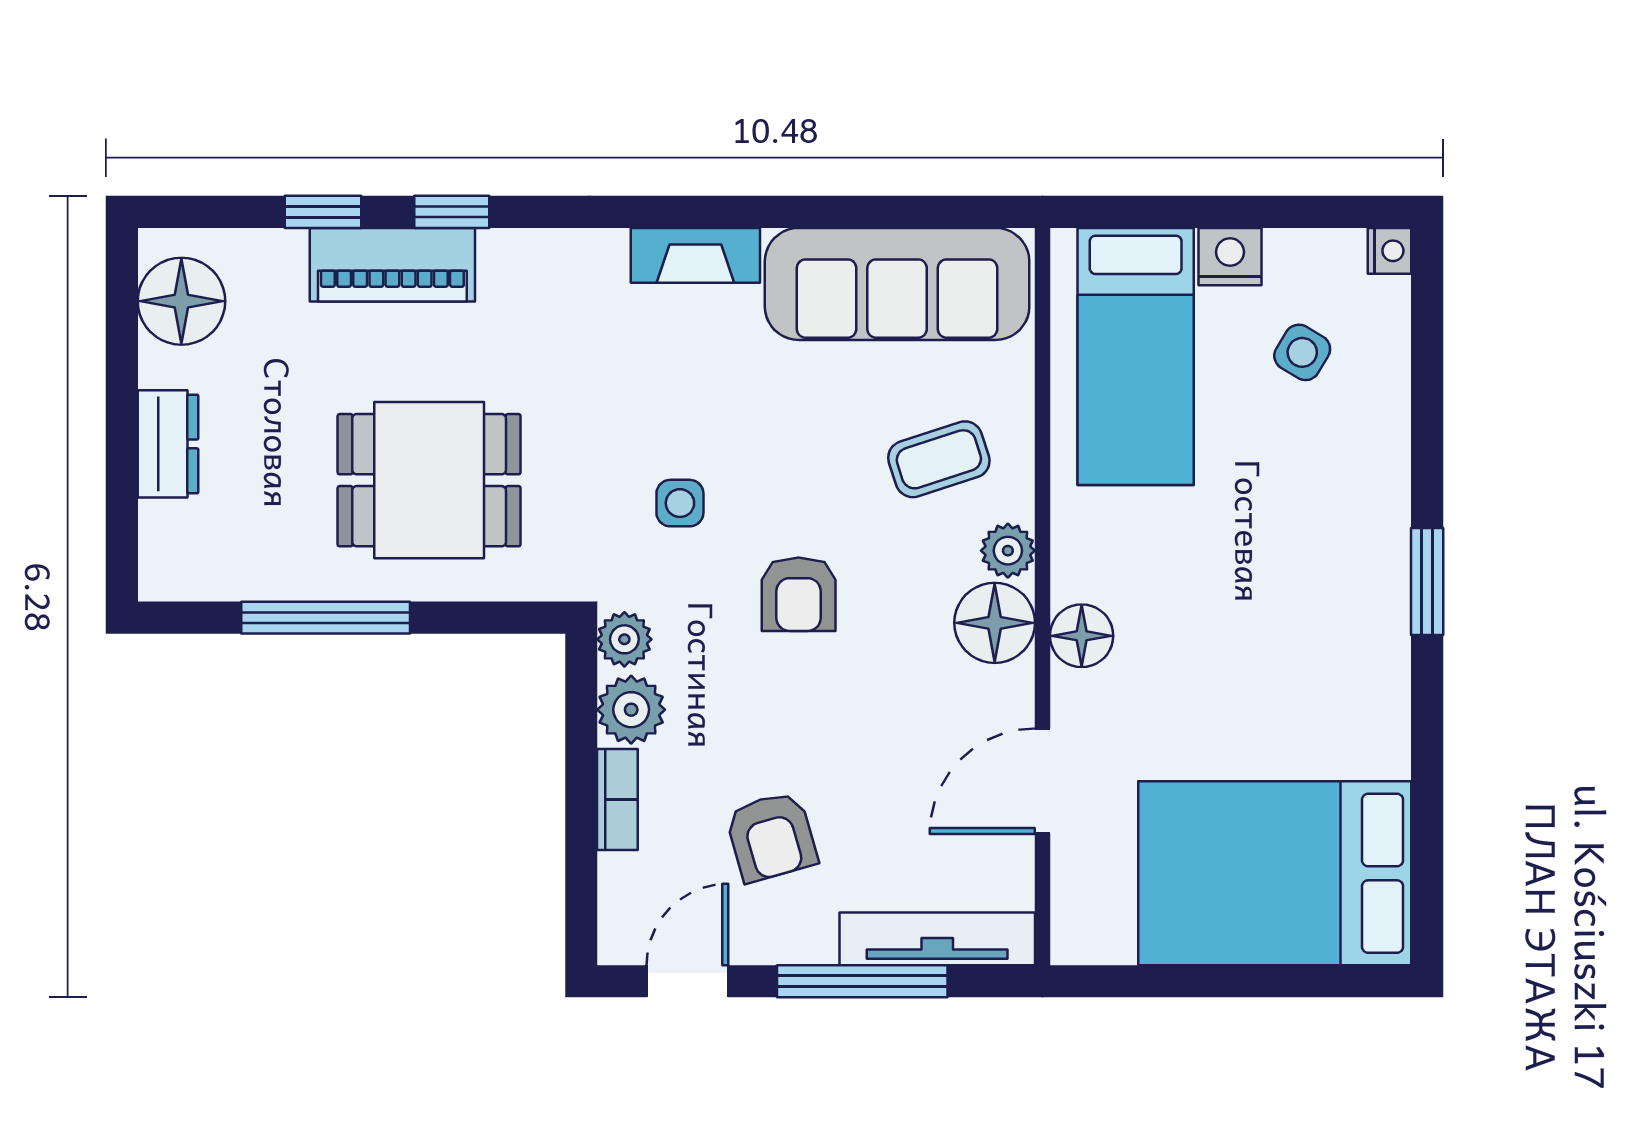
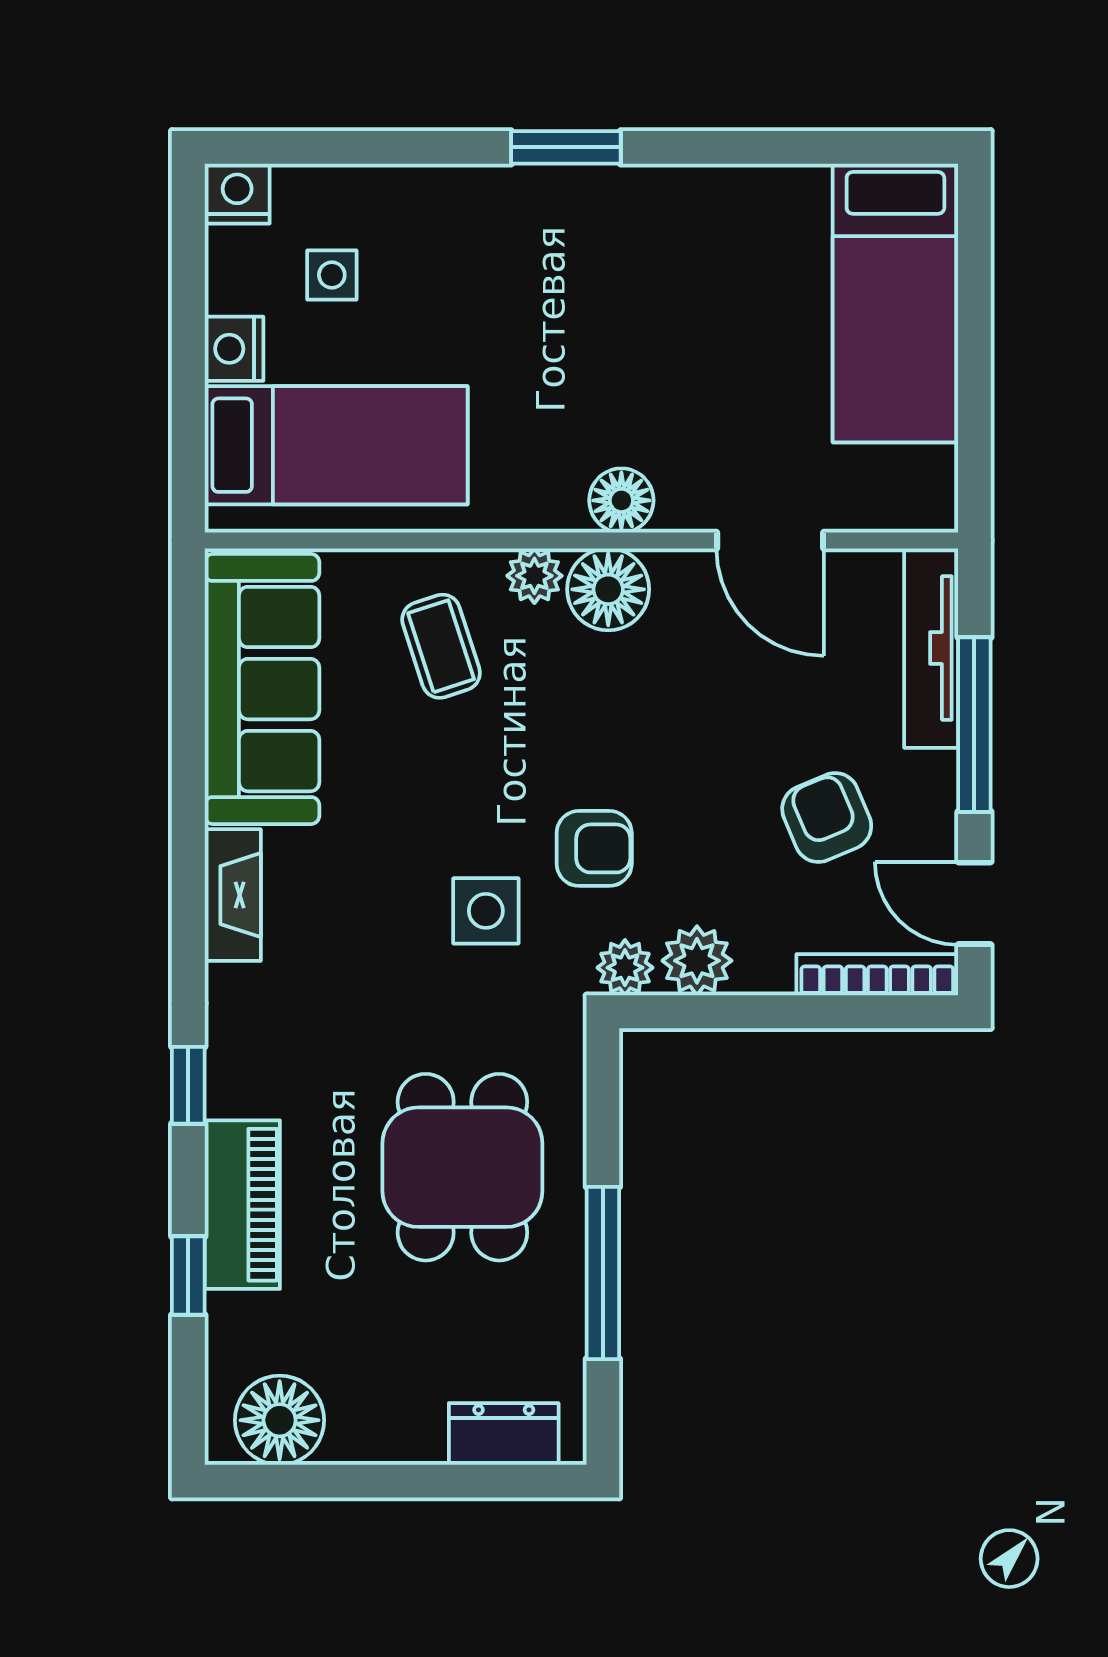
window: (452, 212) -> (188, 1085), moved
nightstand: (1389, 251) -> (237, 194), width x1.39, depth x1.35
side table: (1302, 352) -> (332, 275), turned -31
dresser: (168, 444) -> (504, 1434), moved
side table: (680, 503) -> (486, 911), width x1.37, depth x1.37
armchair: (799, 594) -> (594, 848), moved
bookcase: (617, 799) -> (877, 975), moved, width x1.56
armchair: (771, 837) -> (827, 817), turned -97
bed: (1275, 873) -> (895, 303), width x0.67

